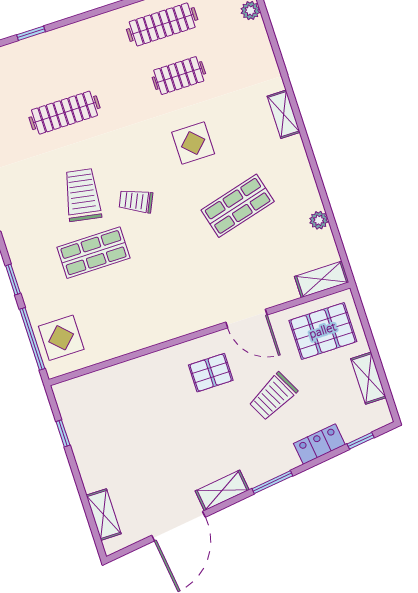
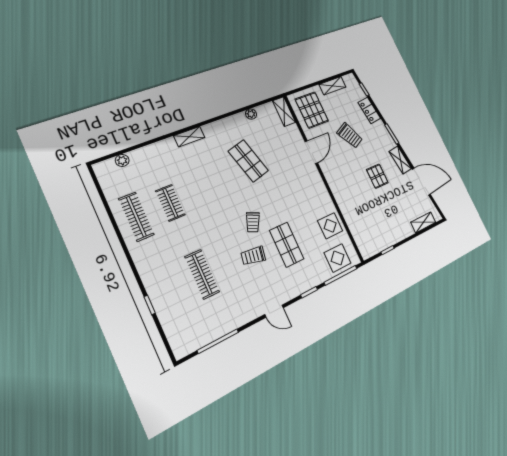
display table: (193, 143) -> (330, 226), moved
trolley: (82, 195) -> (253, 256), width x0.73, depth x0.72
pallet: (211, 373) -> (377, 176), moved

